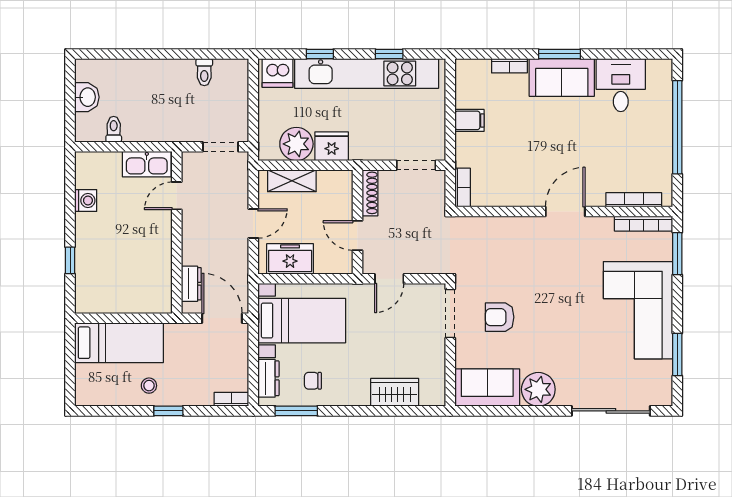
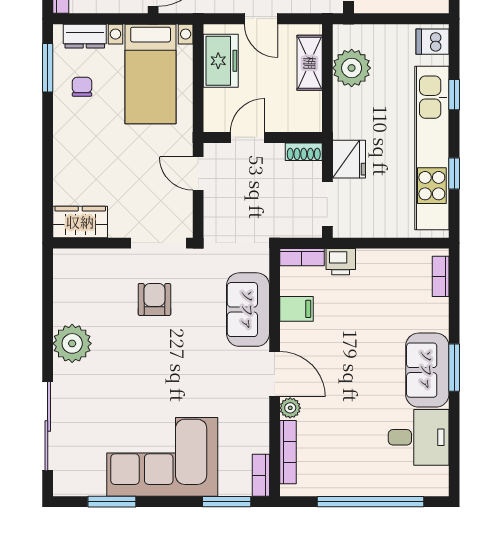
bookcase: (509, 66) -> (441, 276), moved
dishwasher: (278, 73) -> (432, 42), width x0.73
filing cabinet: (469, 120) -> (297, 309), moved, turned -90
fridge: (332, 146) -> (349, 159), moved
printer: (466, 153) -> (341, 262), added
shoe rack: (370, 193) -> (304, 152), width x0.70
plant: (595, 198) -> (290, 408), added
bookcase: (644, 224) -> (261, 475), width x0.64
sofa: (487, 387) -> (248, 310), moved, turned 180
wardrobe: (395, 392) -> (80, 222), moved, turned -90

